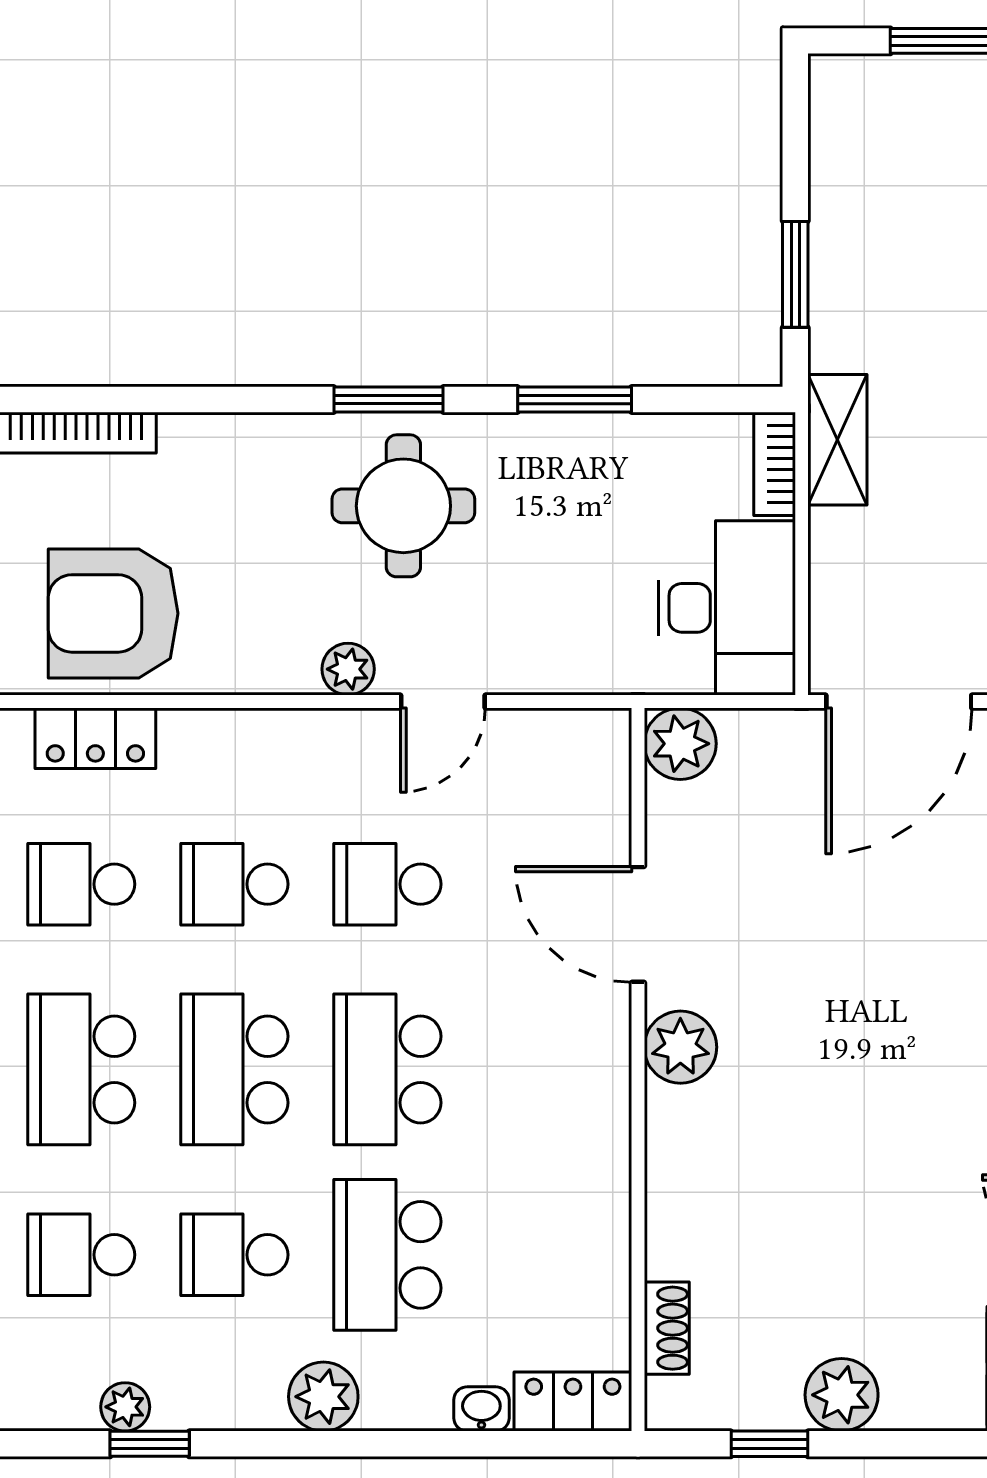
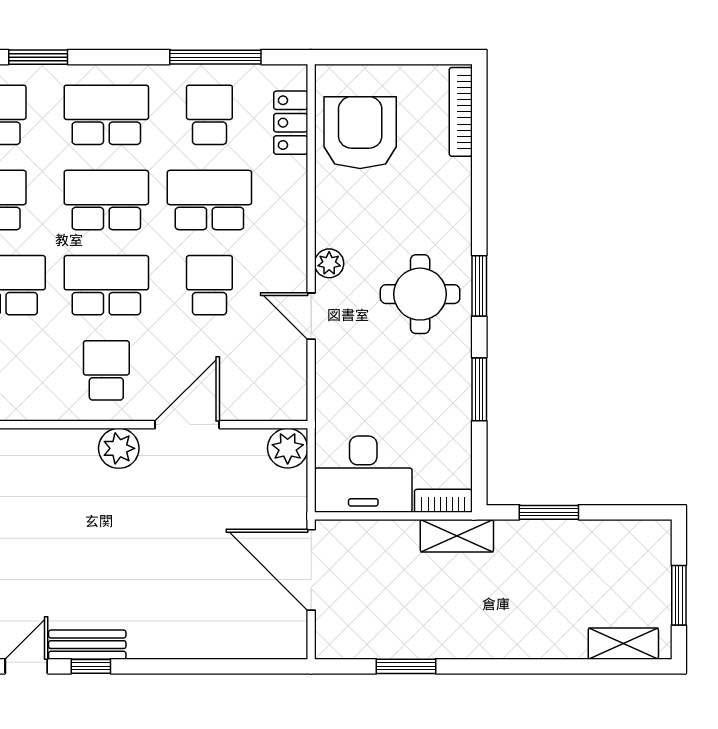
school desk: (234, 884) -> (209, 200), width x1.85
school desk: (540, 1069) -> (106, 370), added

